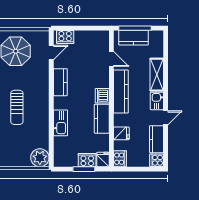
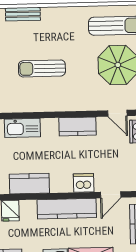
dishwasher: (102, 96) -> (84, 183), moved

